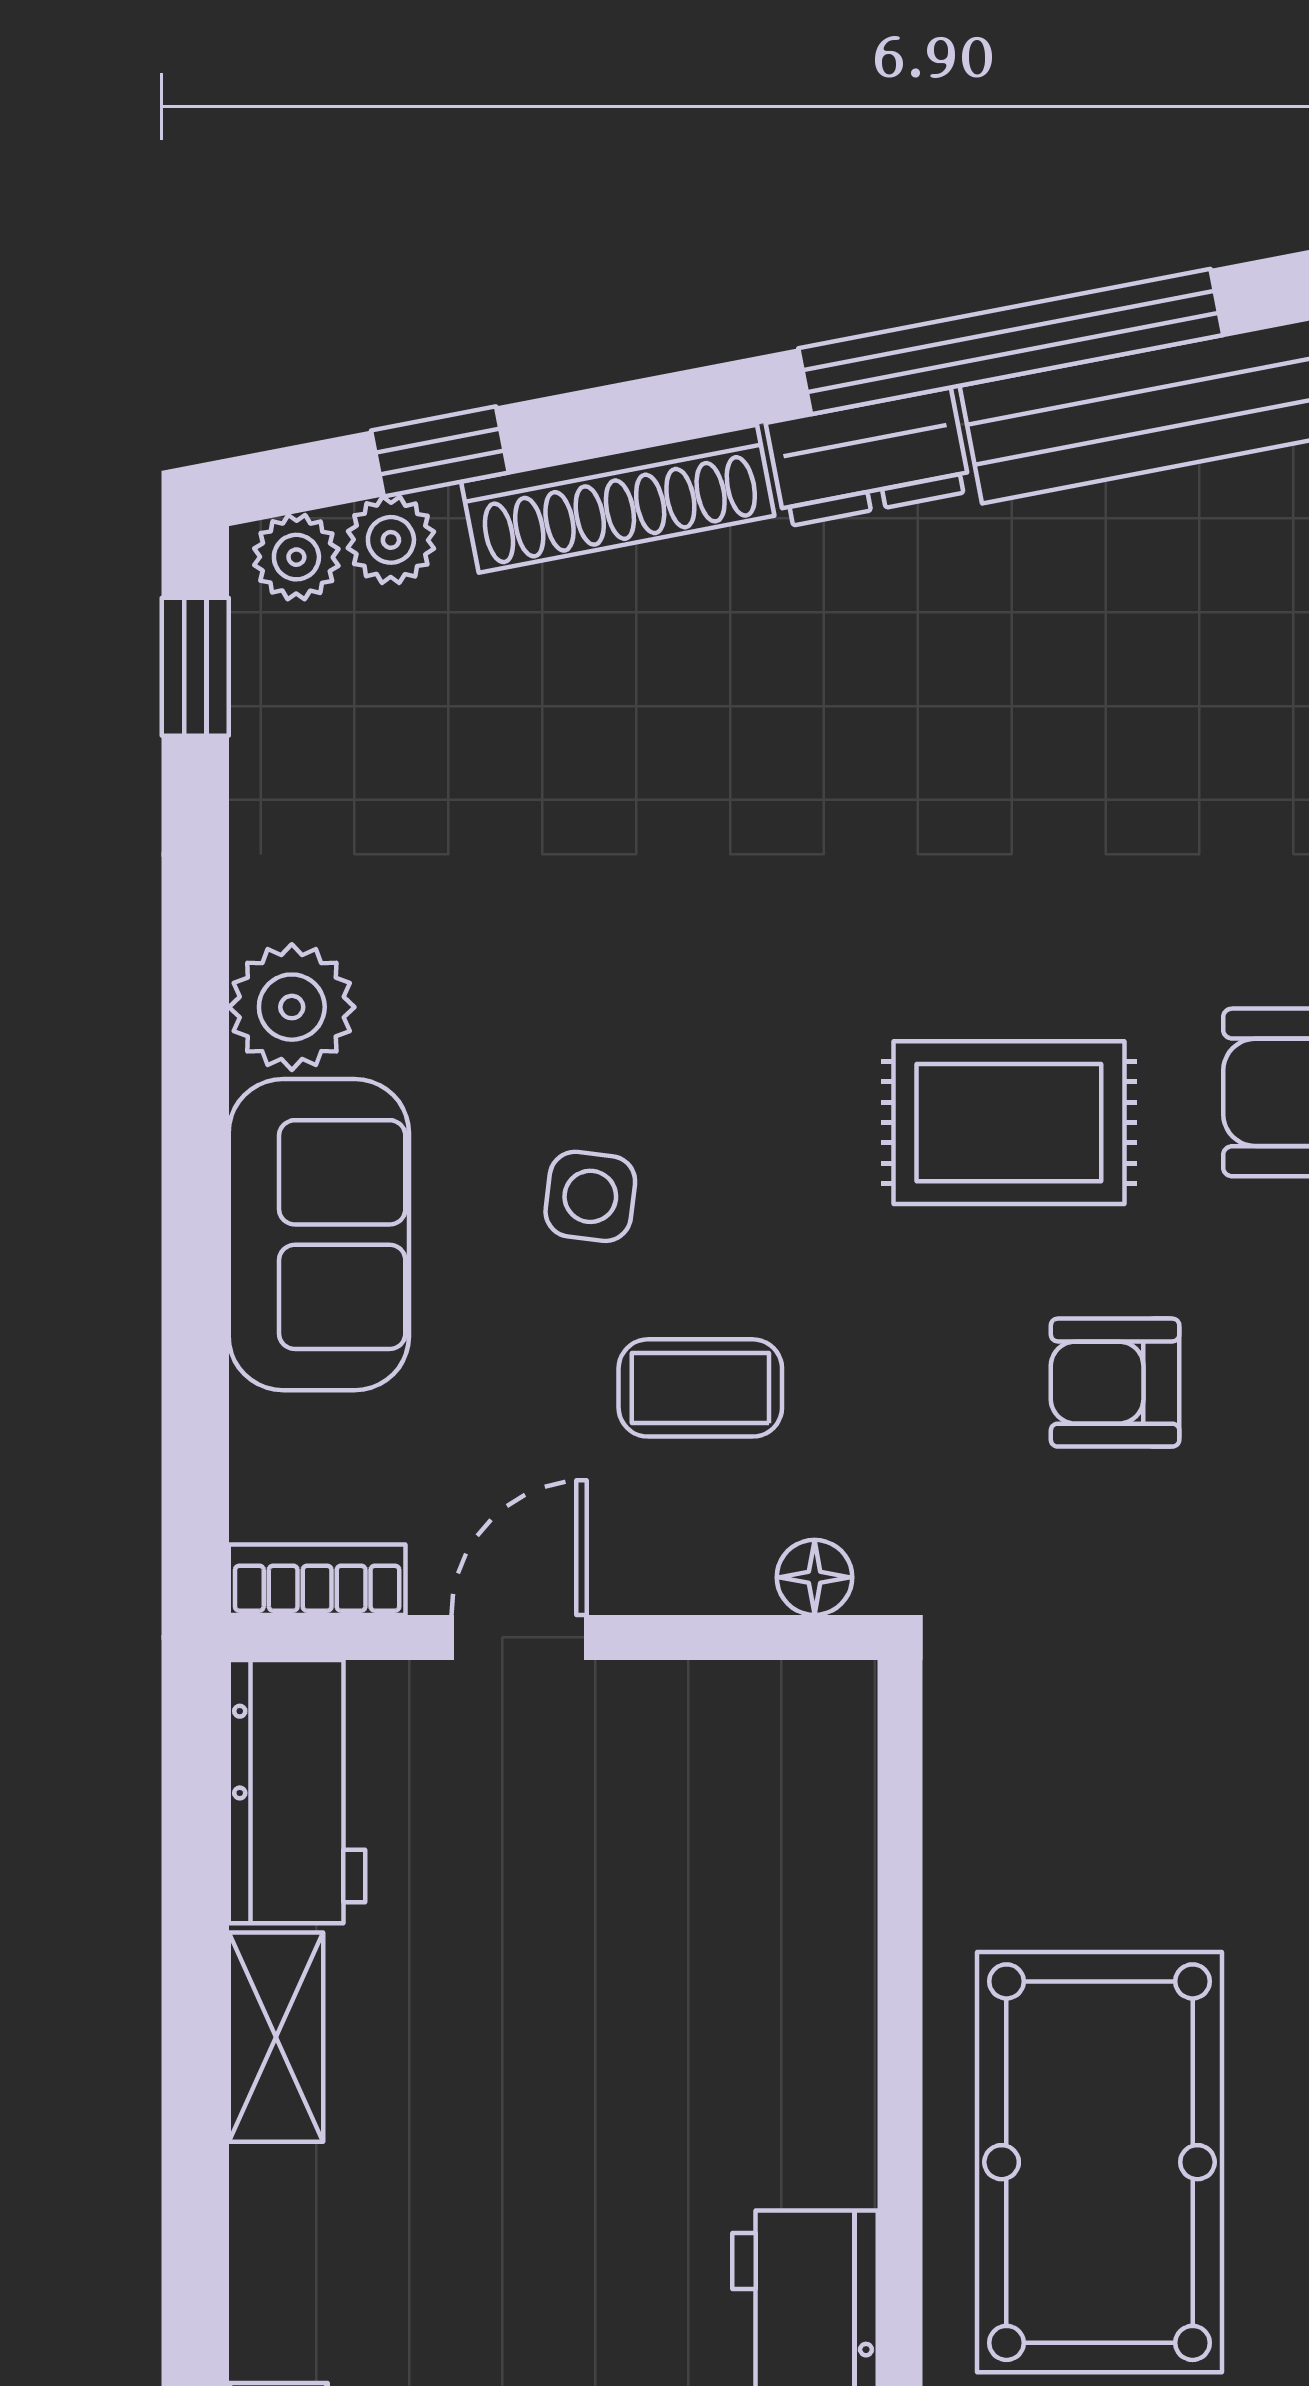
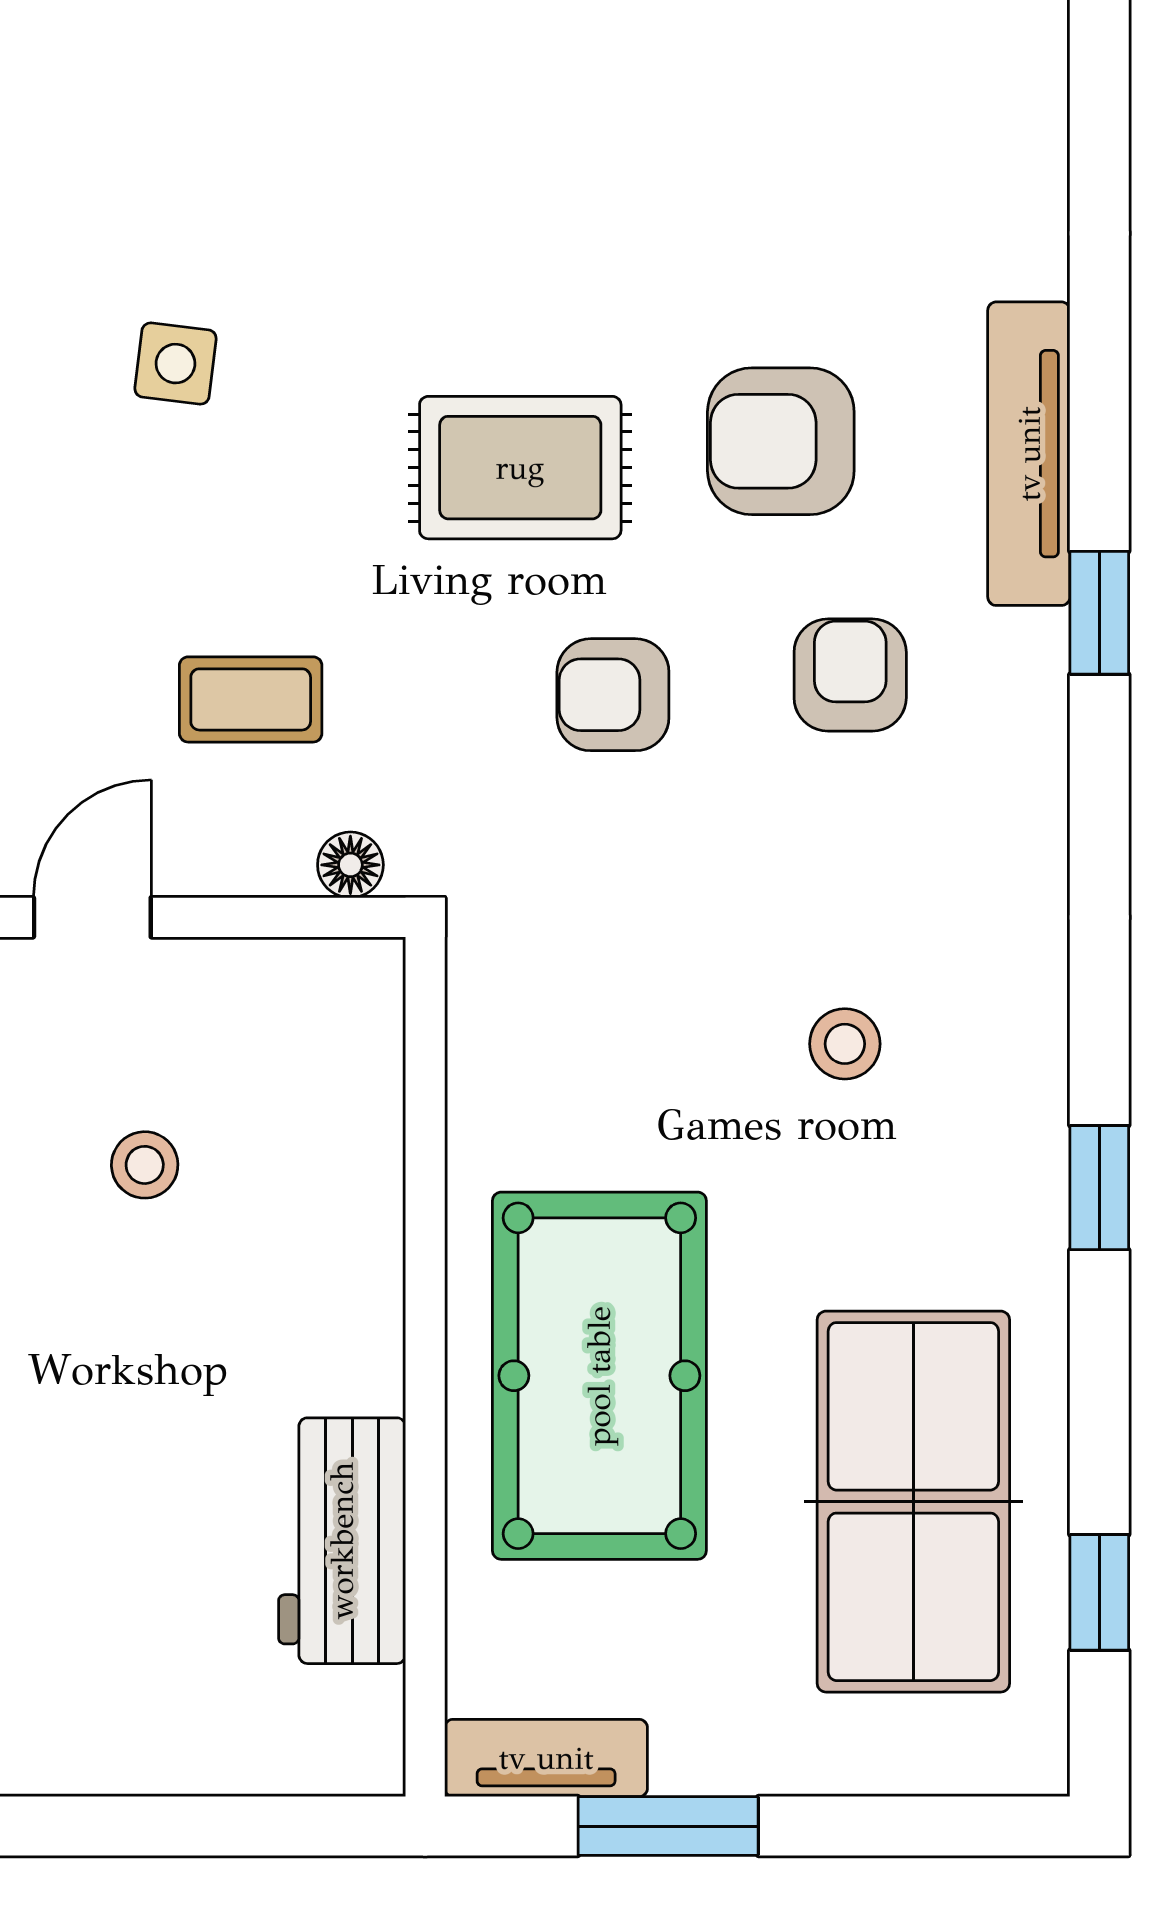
side table: (590, 1196) -> (175, 364), moved
stool: (579, 1921) -> (145, 1165), added

